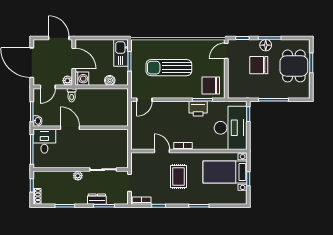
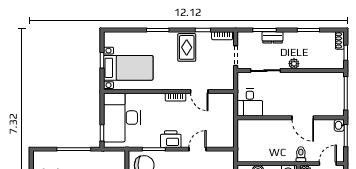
door: (144, 100) -> (198, 149), moved
printer: (198, 109) -> (171, 139), moved
desk: (44, 141) -> (250, 103), moved
rug: (178, 177) -> (187, 47), moved

